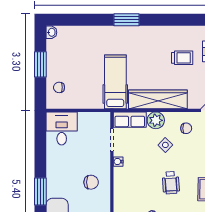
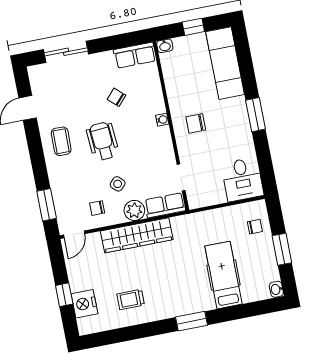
trolley: (182, 58) -> (131, 299), moved
hospital bed: (115, 82) -> (224, 275), moved, turned 180
water cooler: (118, 162) -> (162, 120), moved
wheelchair: (171, 183) -> (103, 141), width x1.36, depth x1.37
window: (40, 191) -> (255, 115), moved

